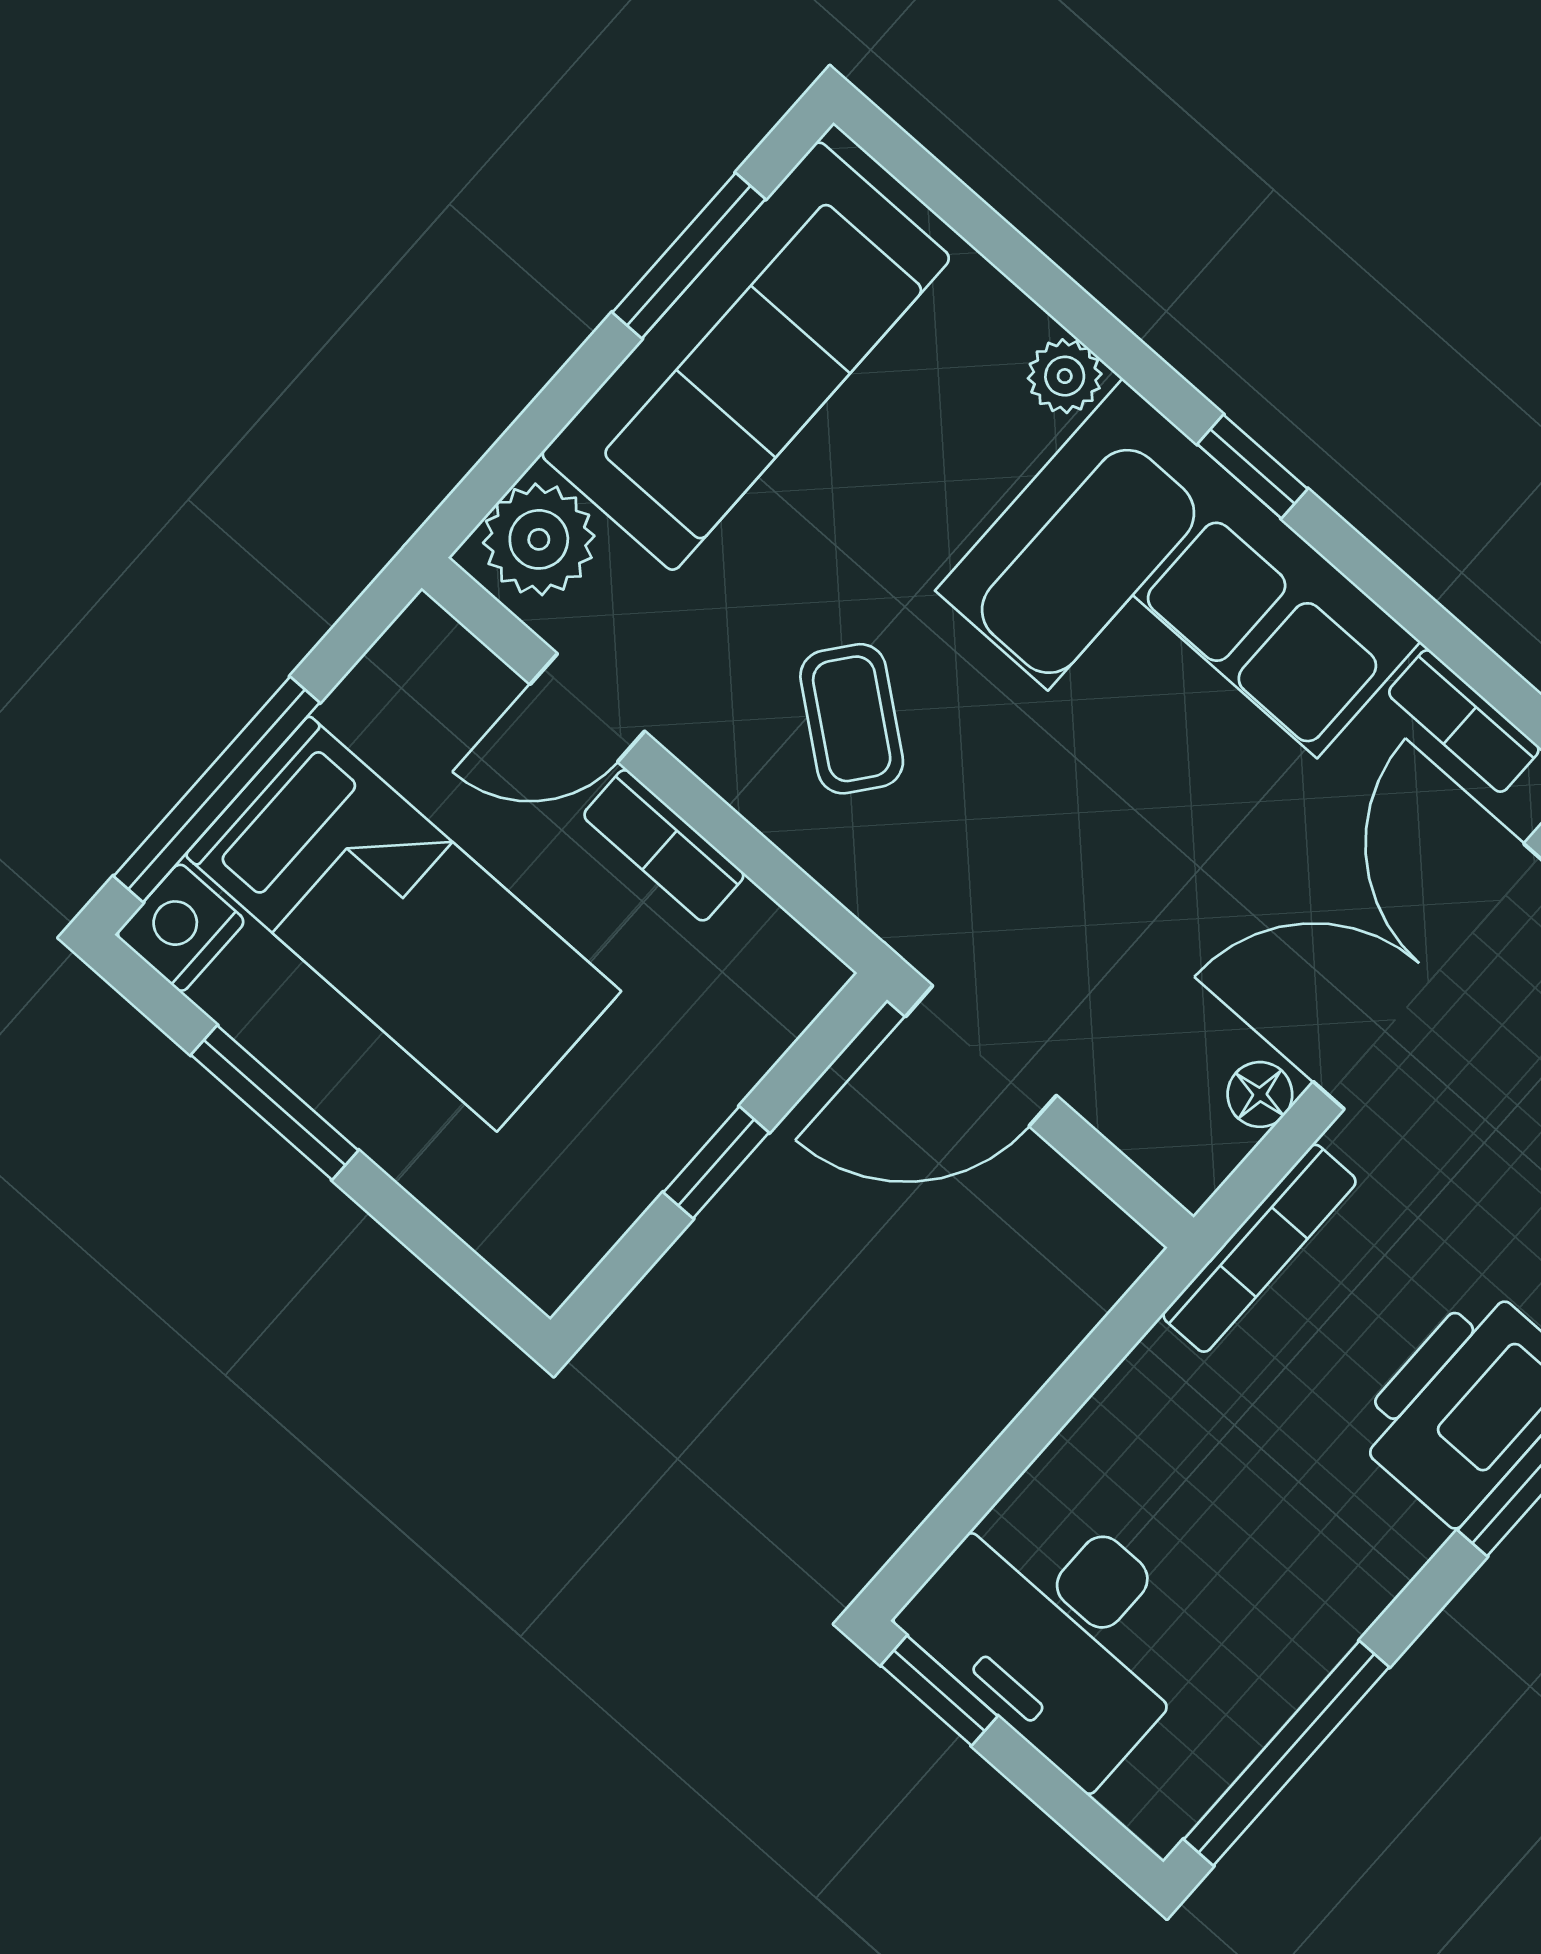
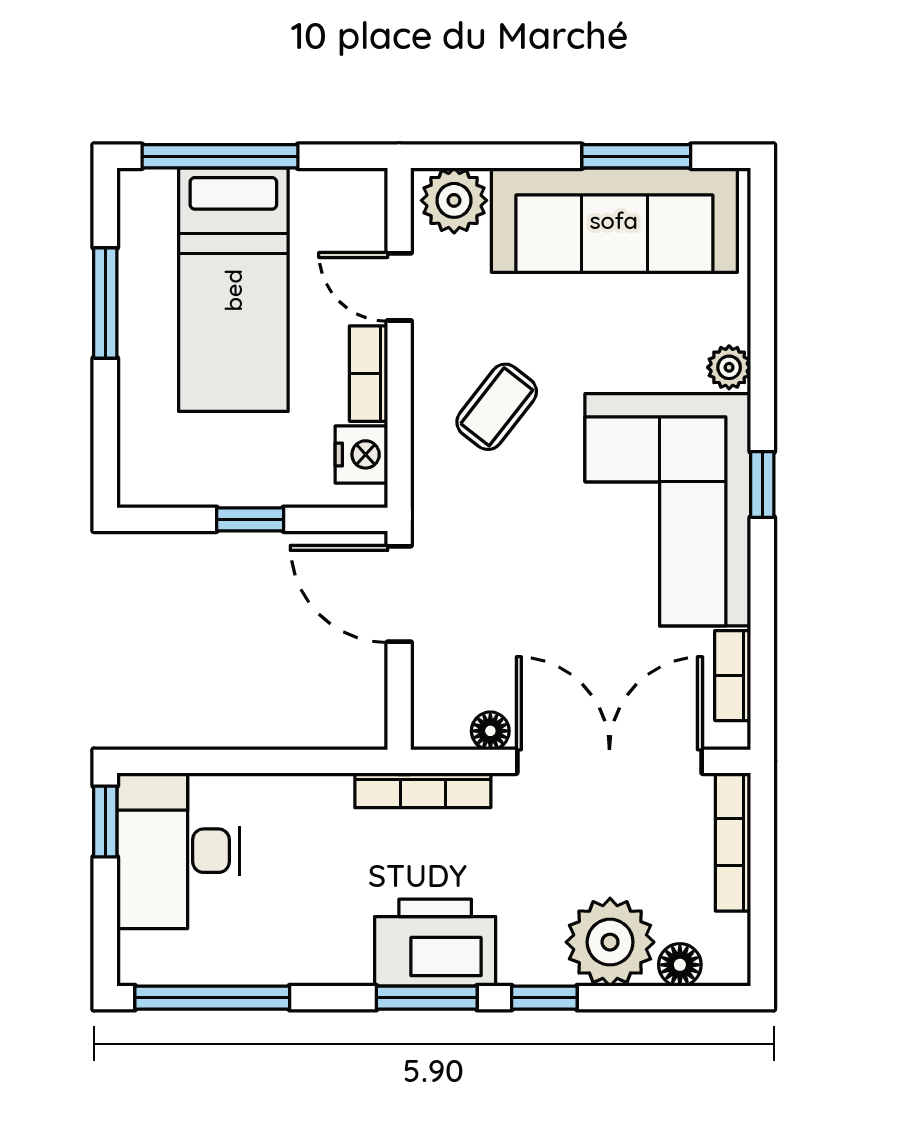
nightstand: (181, 928) -> (361, 454), moved, turned 90

